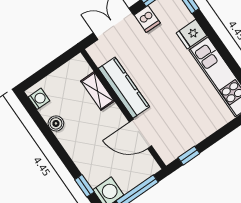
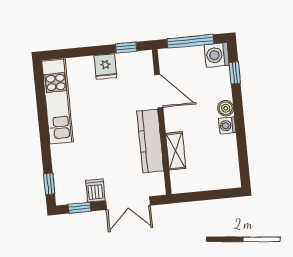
fridge: (192, 34) -> (105, 66), moved, turned 90
washing machine: (39, 99) -> (227, 126), moved
boiler: (56, 123) -> (226, 108), moved

